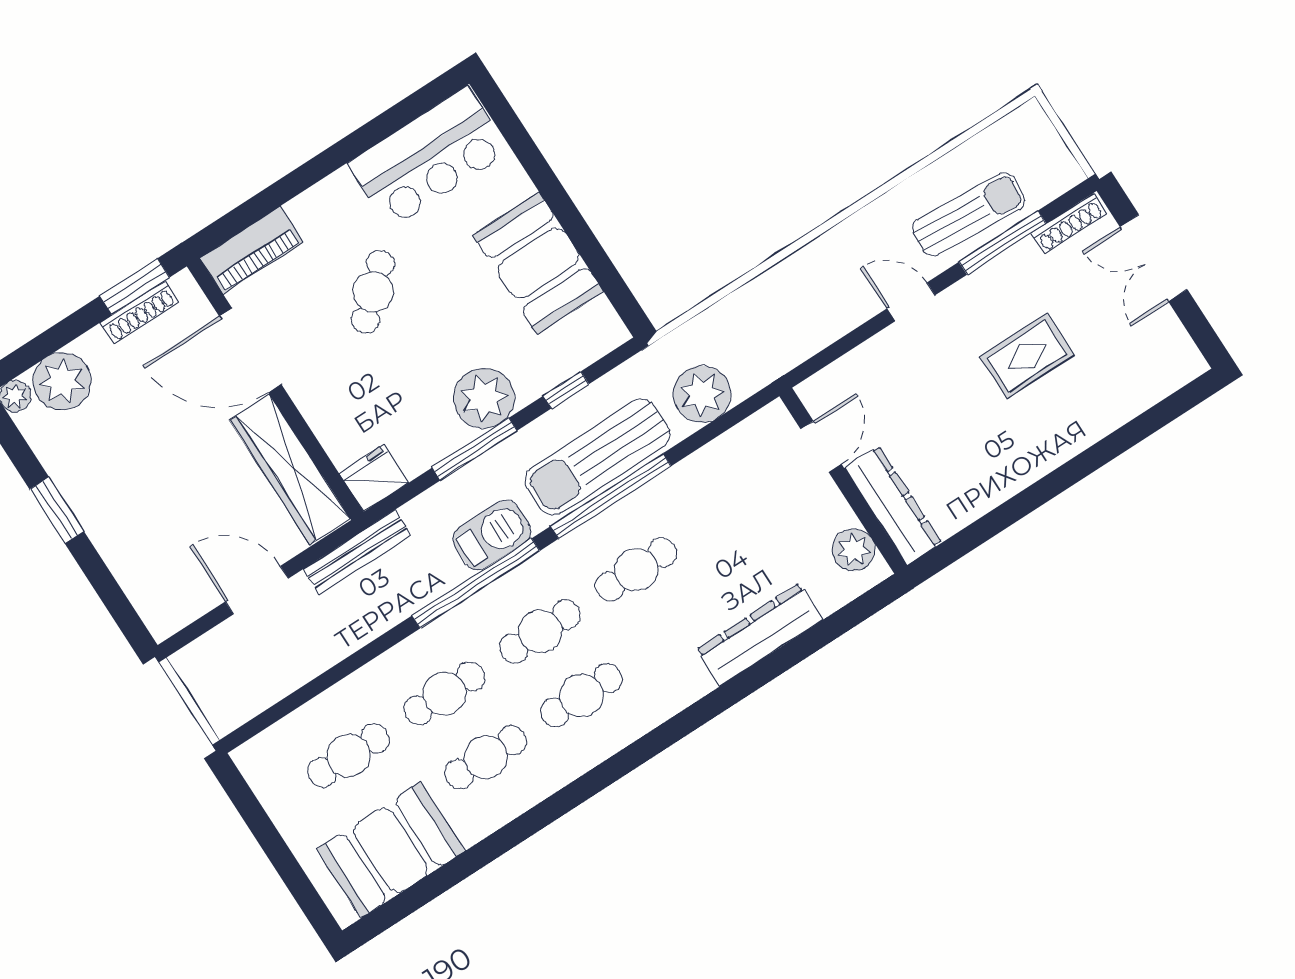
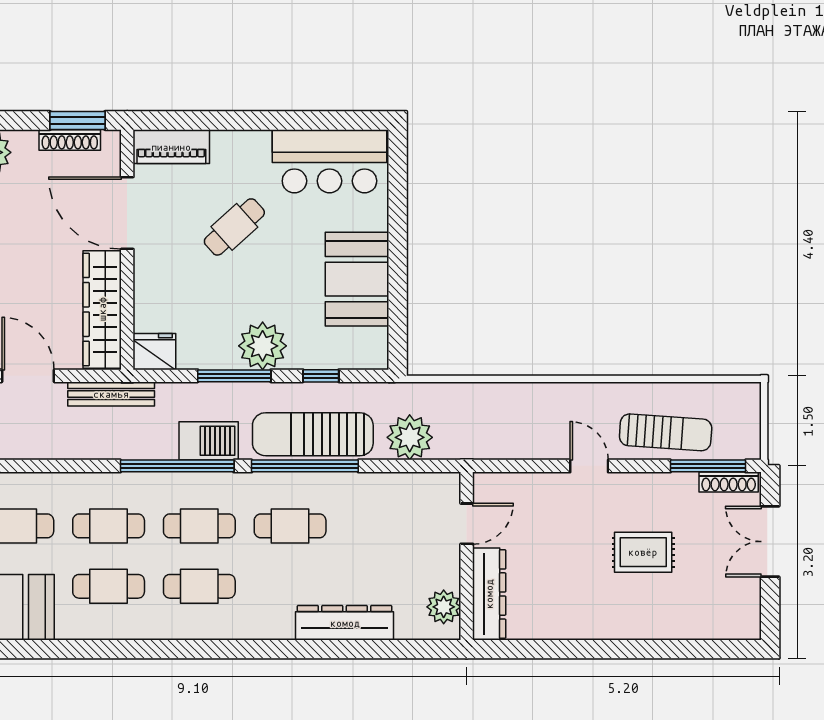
window: (1002, 243) -> (708, 466), moved

